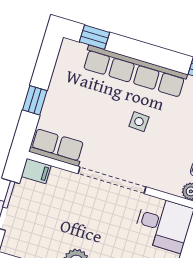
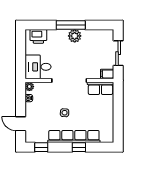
window: (94, 37) -> (79, 147), moved
window: (35, 100) -> (118, 108), removed

